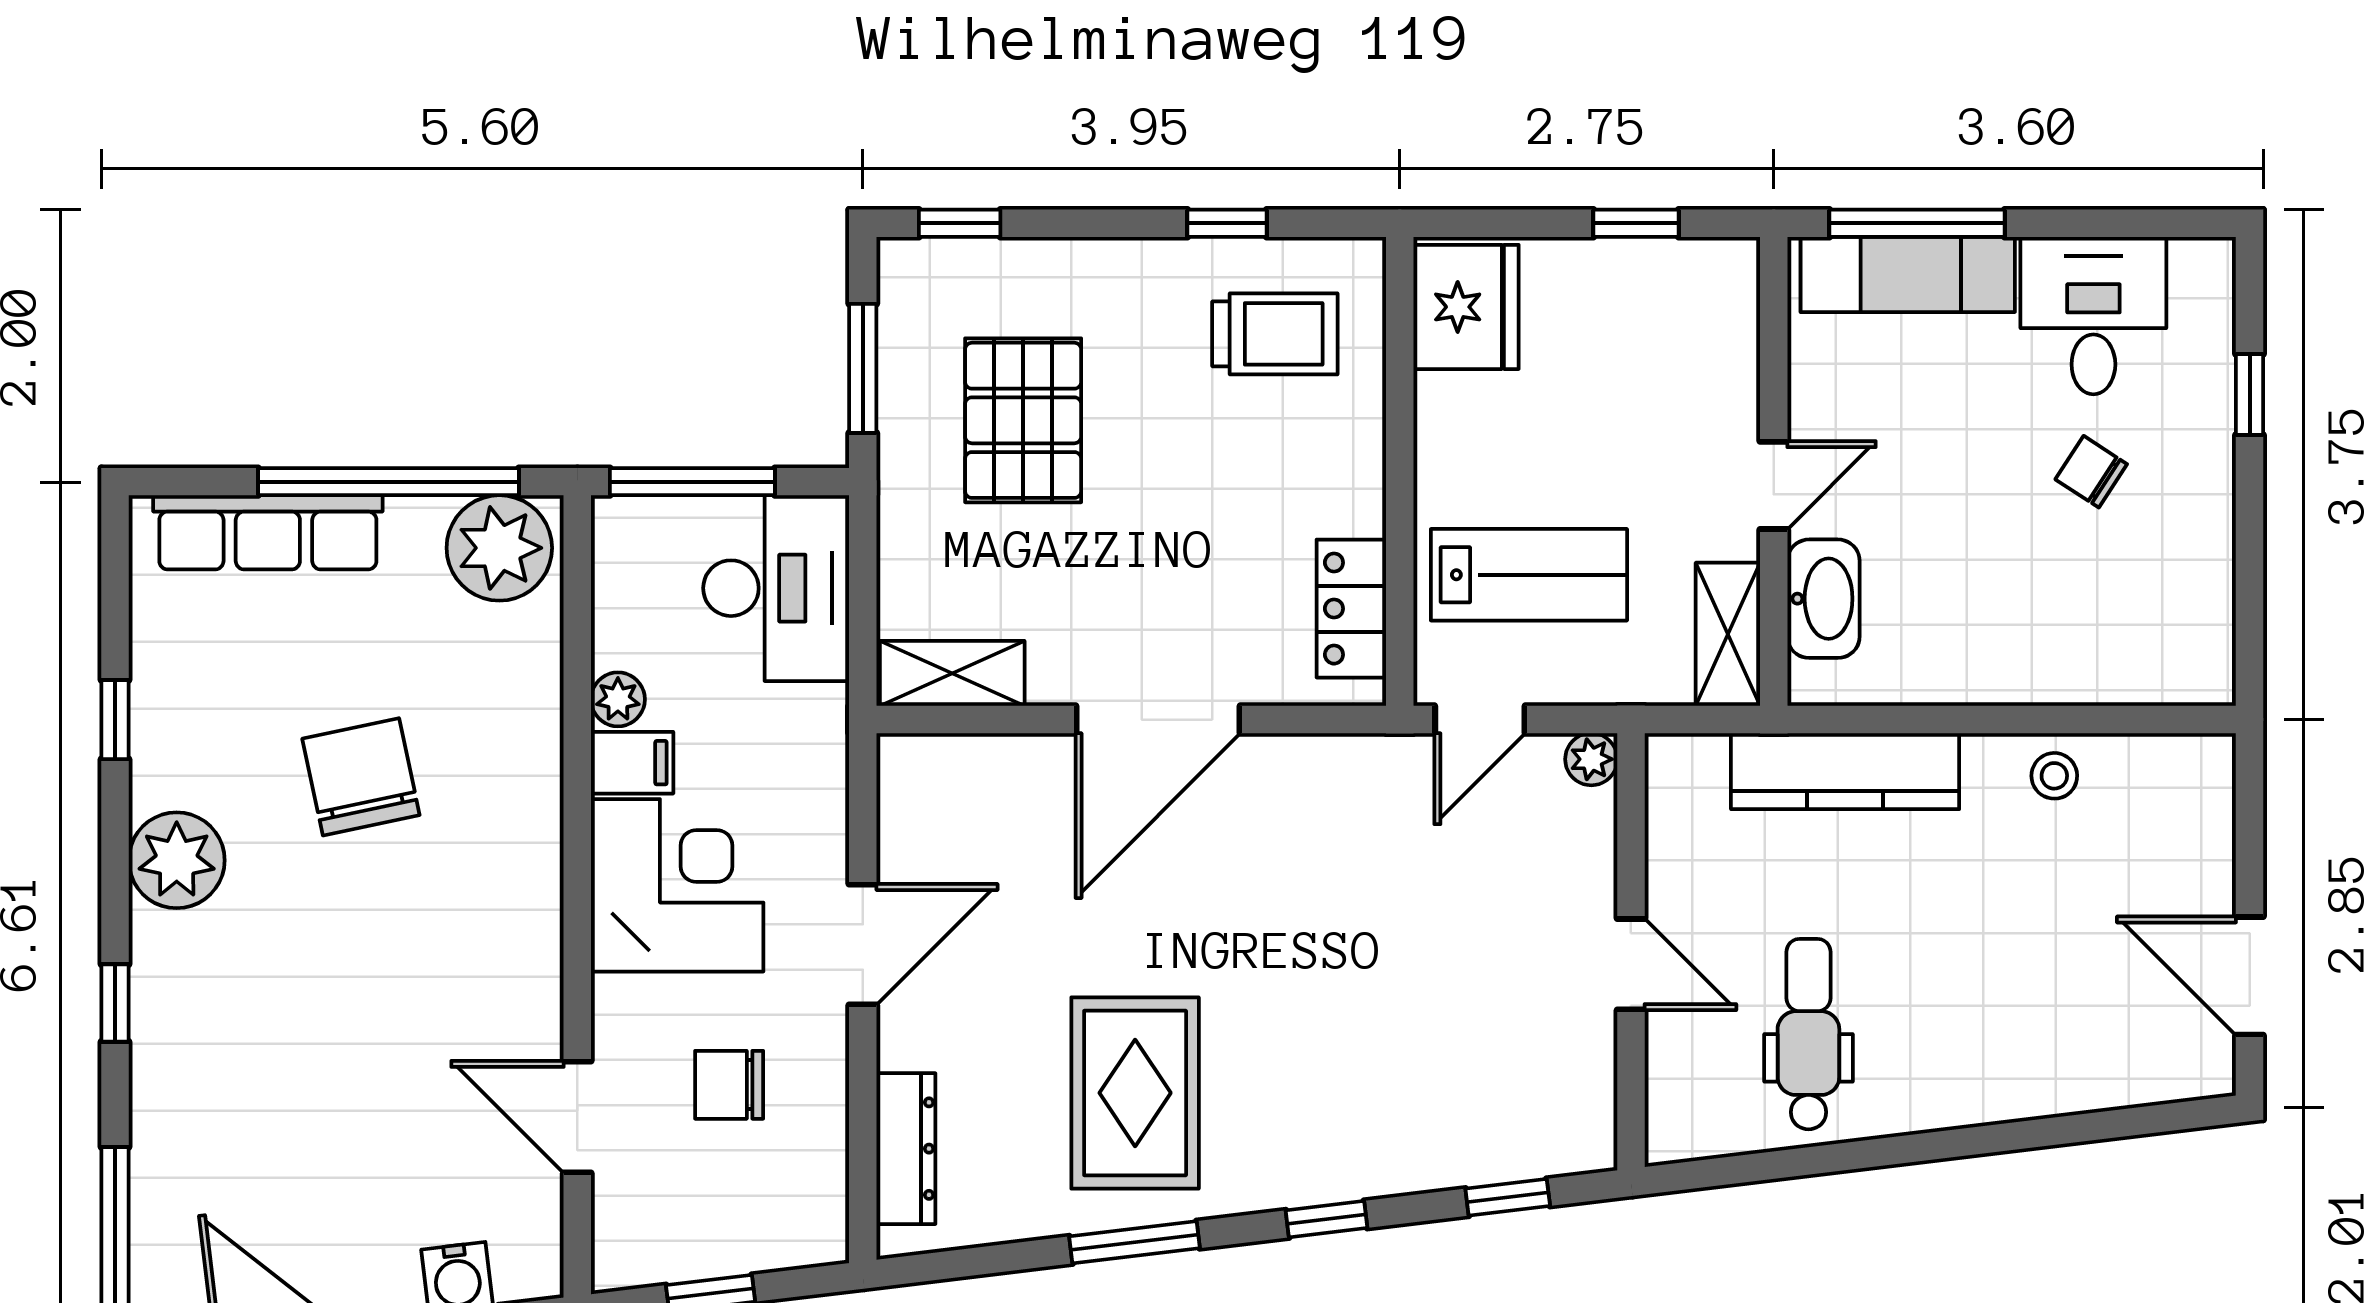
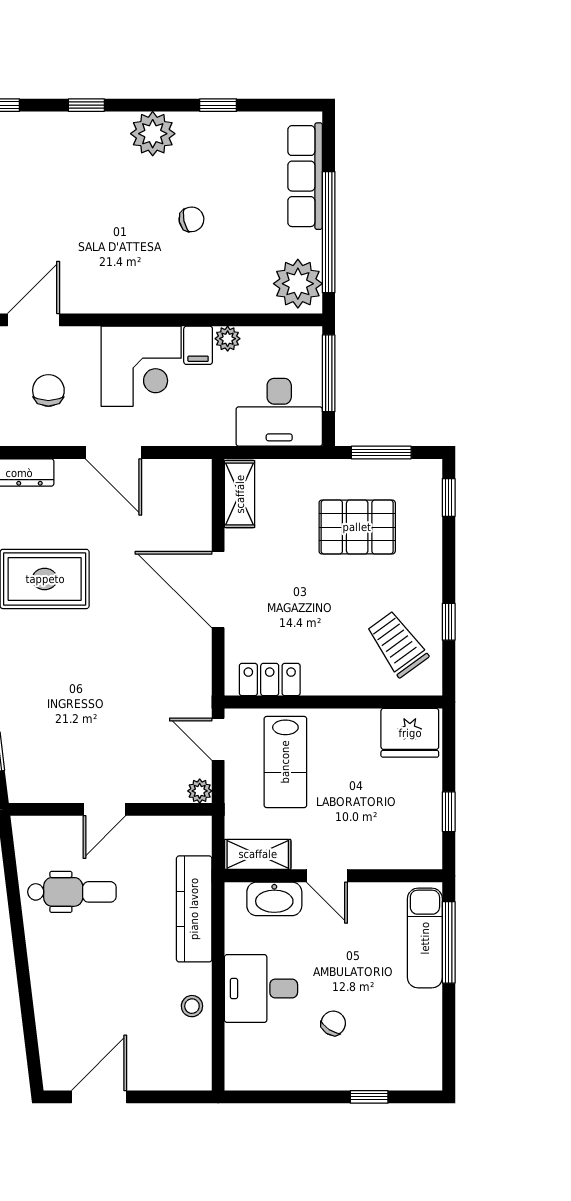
desk: (2093, 316) -> (261, 989), moved, turned 180
trolley: (1275, 334) -> (397, 644), turned 144
chair: (361, 777) -> (191, 219), width x0.54, depth x0.54

